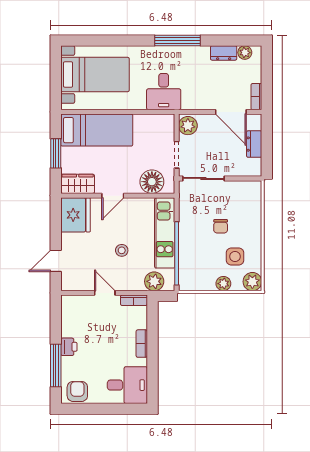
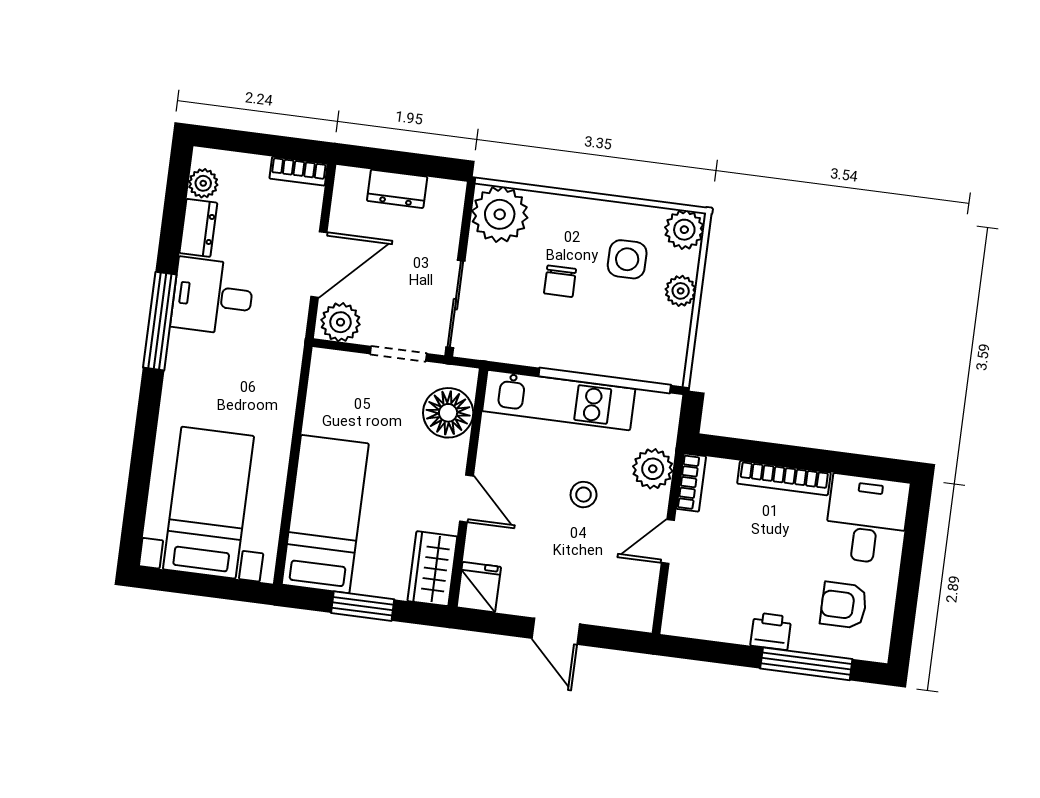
desk: (164, 92) -> (213, 296), moved, turned 180
door: (231, 112) -> (319, 264), moved
plant: (248, 194) -> (500, 214), added
fridge: (76, 215) -> (479, 587), width x0.53, depth x0.75
chair: (221, 226) -> (560, 281), turned 90
door: (56, 261) -> (556, 631), moved
plant: (154, 281) -> (653, 469), moved
bookcase: (142, 344) -> (784, 478), width x1.56
armchair: (77, 391) -> (844, 605), moved

